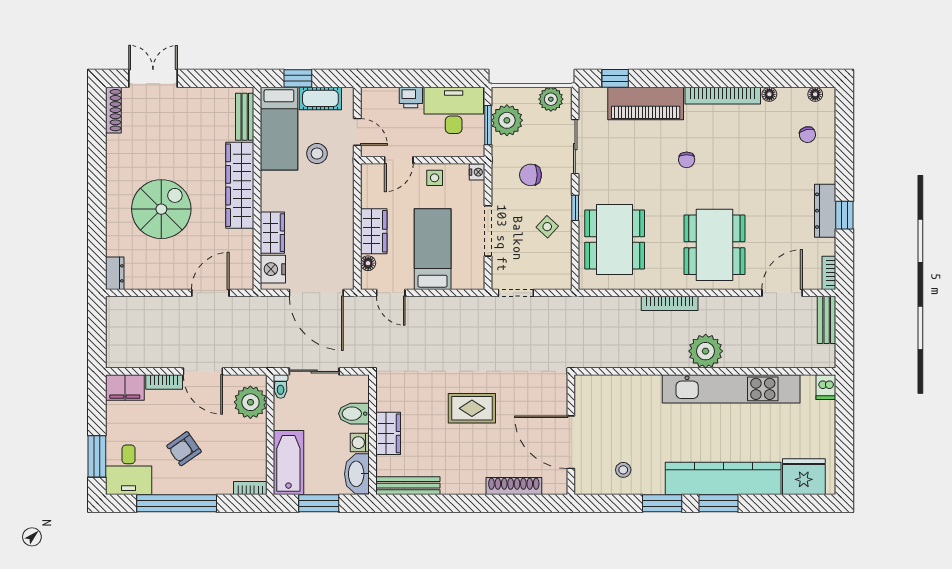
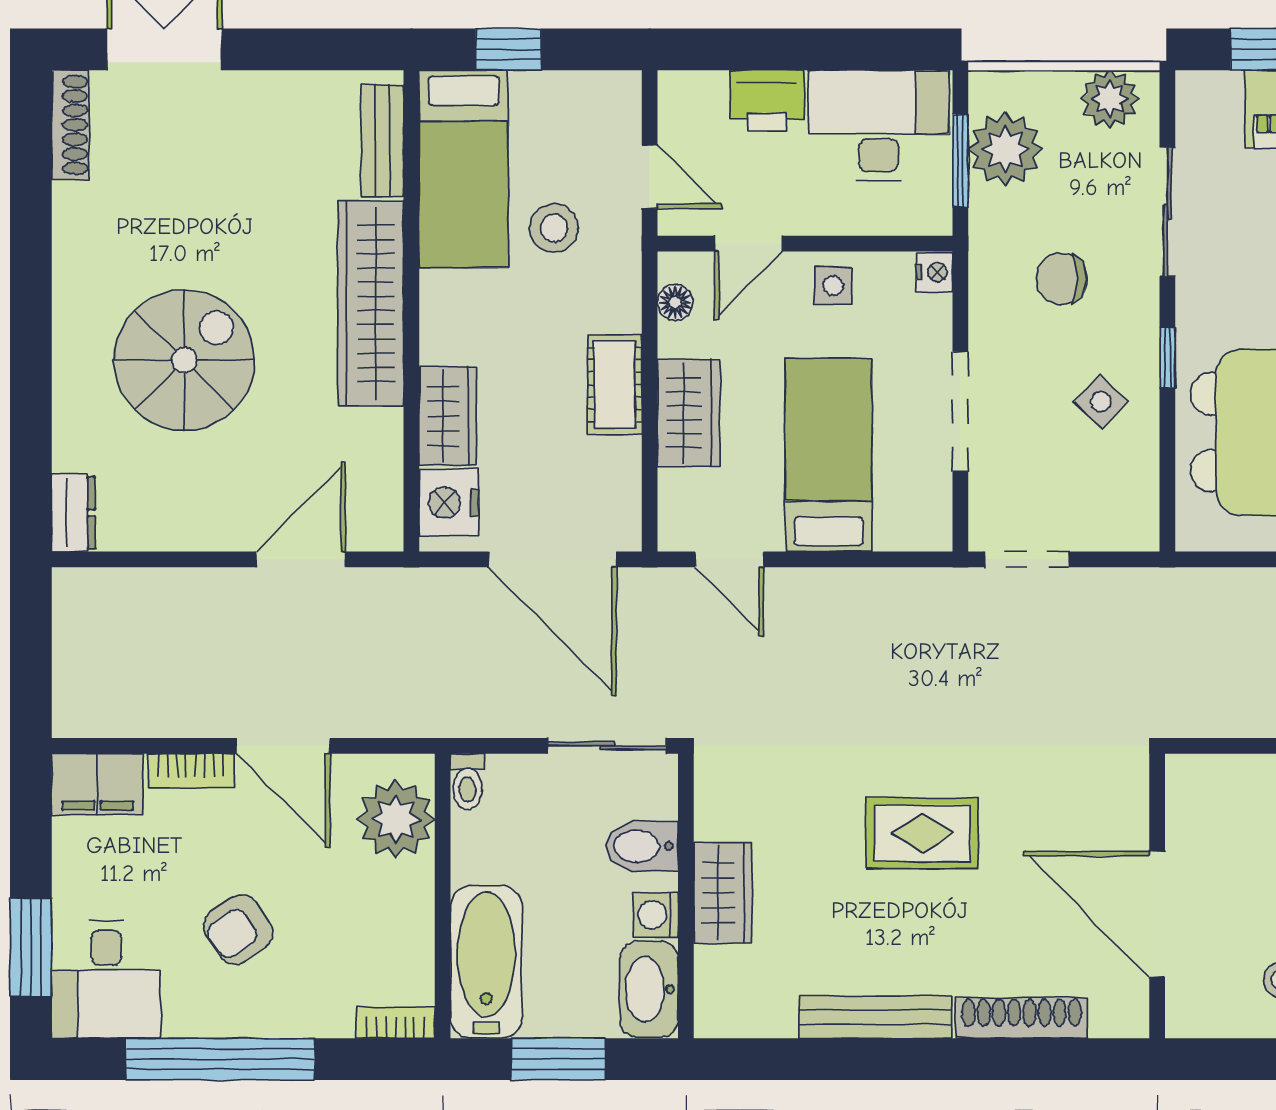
printer: (411, 97) -> (767, 101), width x1.36, depth x1.24
cot: (320, 98) -> (615, 385), moved, turned 90
floor lamp: (368, 263) -> (675, 302), moved
sliding door: (314, 371) -> (607, 746), moved
bench: (408, 486) -> (875, 1017), moved

